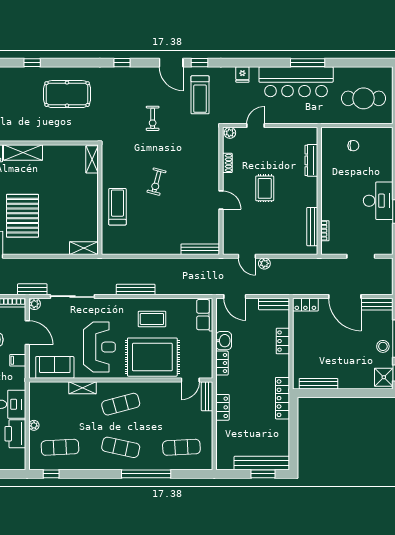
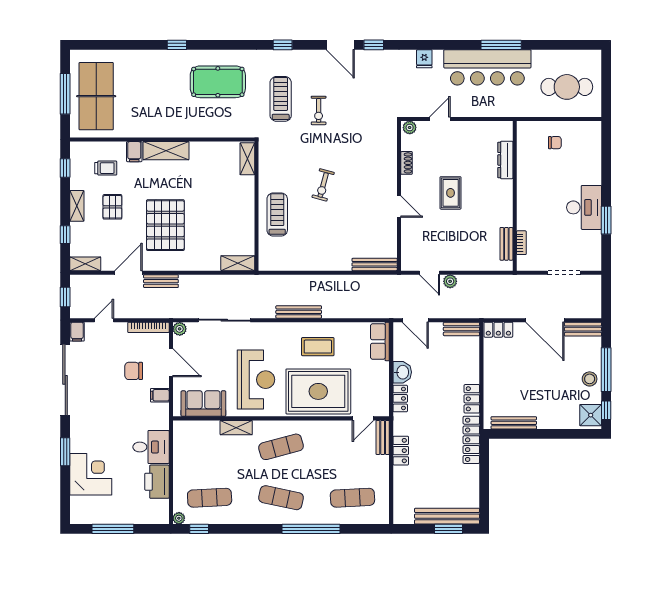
treadmill: (200, 95) -> (281, 99), moved, turned 180
bench: (312, 227) -> (506, 244), width x0.73
bench: (32, 289) -> (161, 281), moved
locker: (283, 341) -> (472, 399), moved
plant: (34, 425) -> (179, 518), moved

